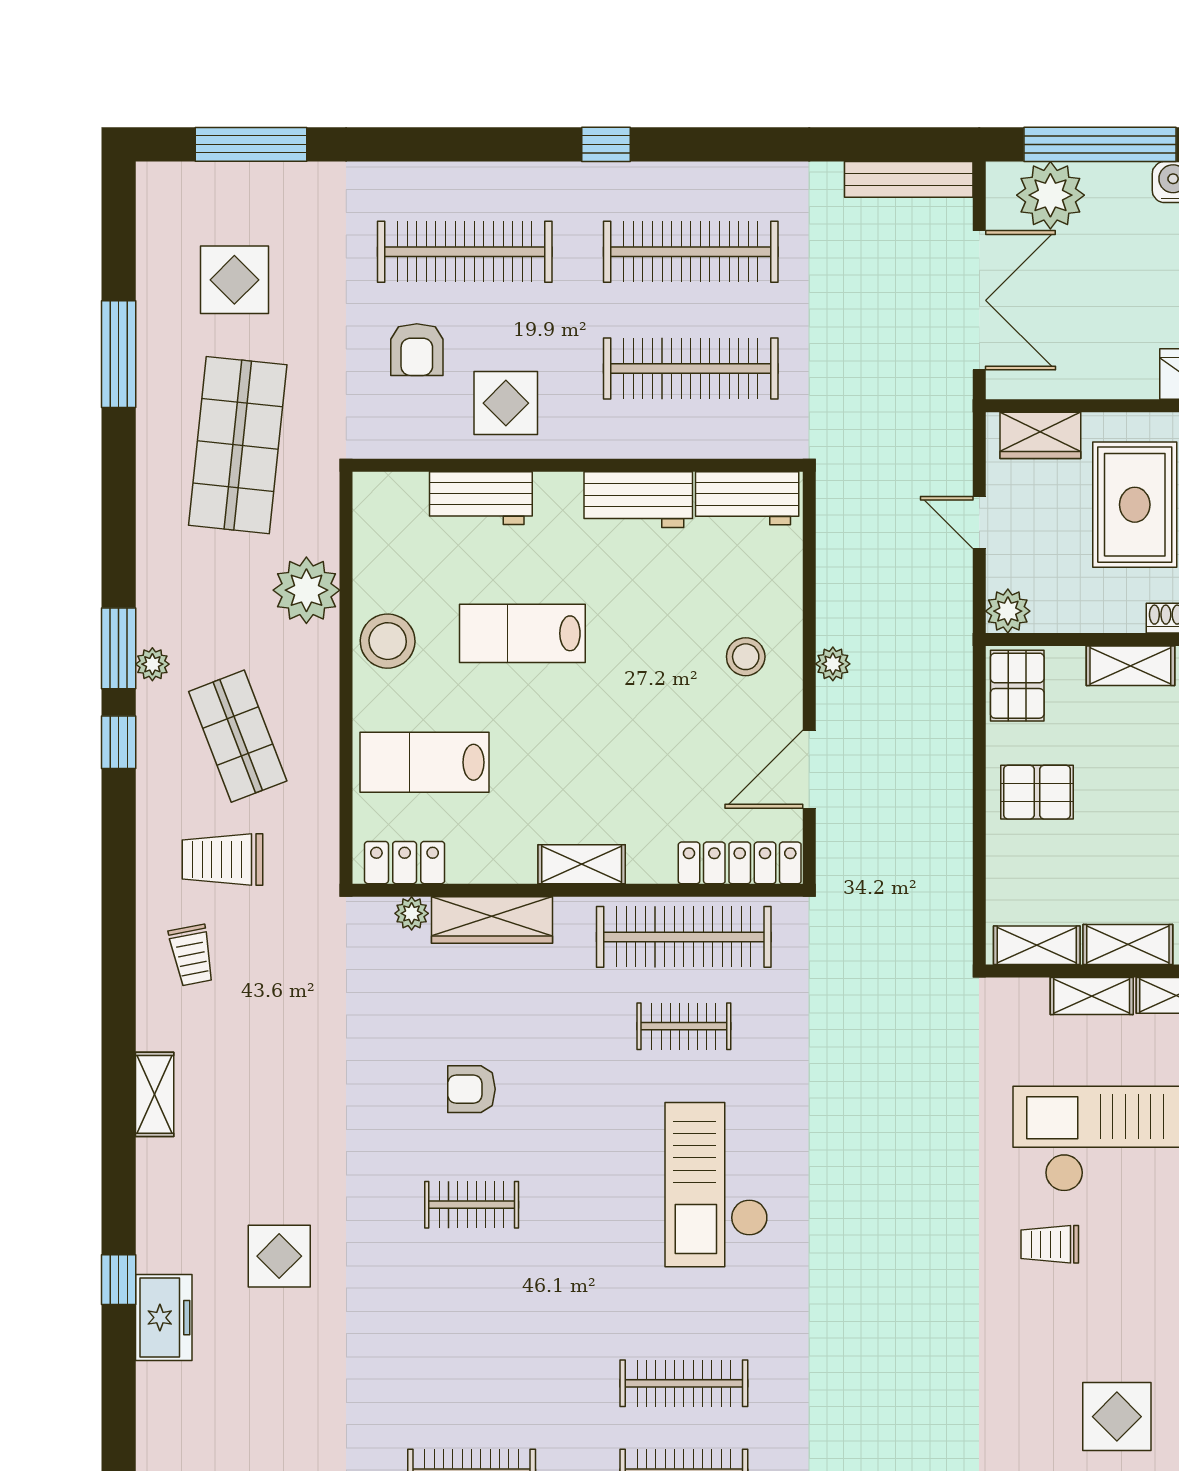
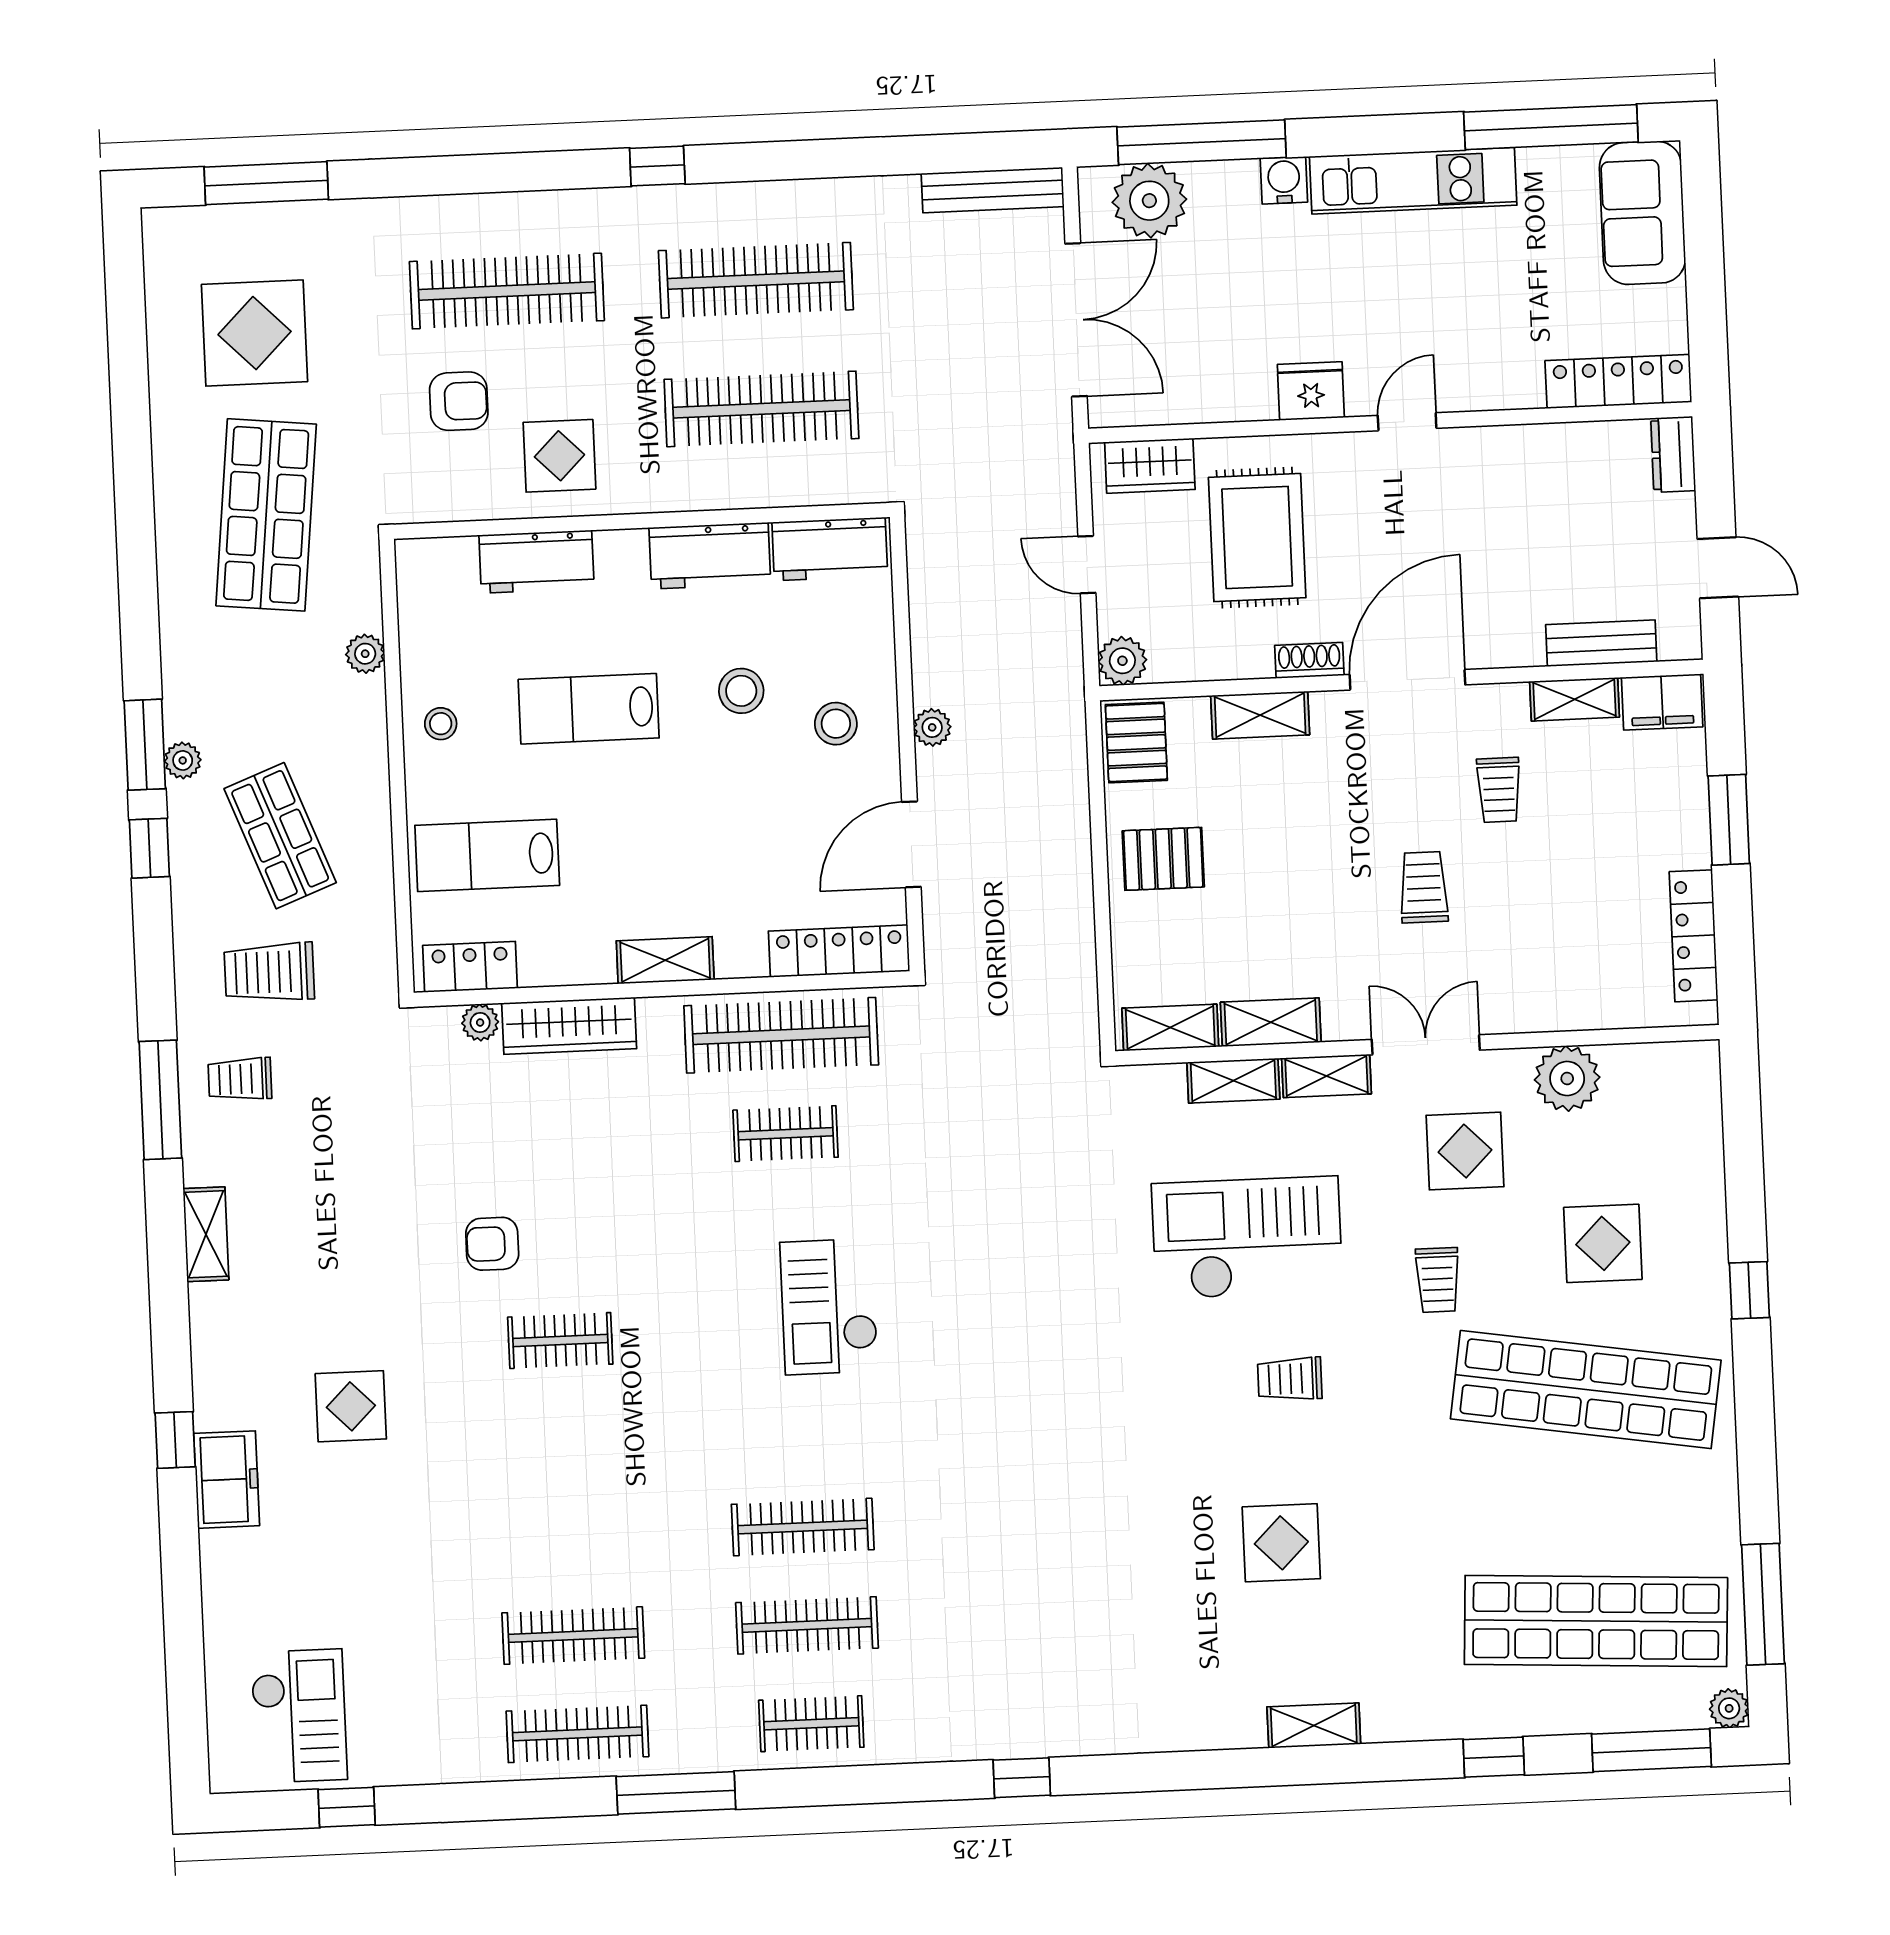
display table: (234, 280) -> (255, 333), width x1.36, depth x1.36
armchair: (417, 350) -> (459, 401), turned -90
window: (119, 354) -> (160, 1100), moved
plant: (306, 590) -> (365, 654), width x0.53, depth x0.53
stool: (661, 623) -> (741, 691), added
stool: (388, 641) -> (441, 724), width x0.53, depth x0.53
trolley: (192, 955) -> (240, 1079), turned 101
armchair: (471, 1089) -> (492, 1244), moved
checkout: (716, 1185) -> (829, 1307), width x0.73, depth x0.83
trolley: (1050, 1244) -> (1290, 1379), moved

